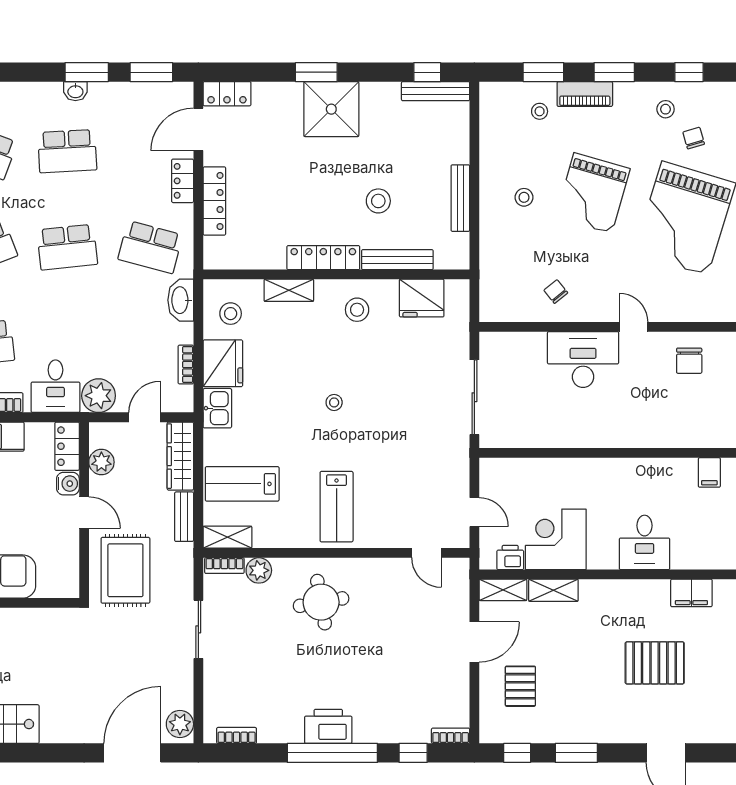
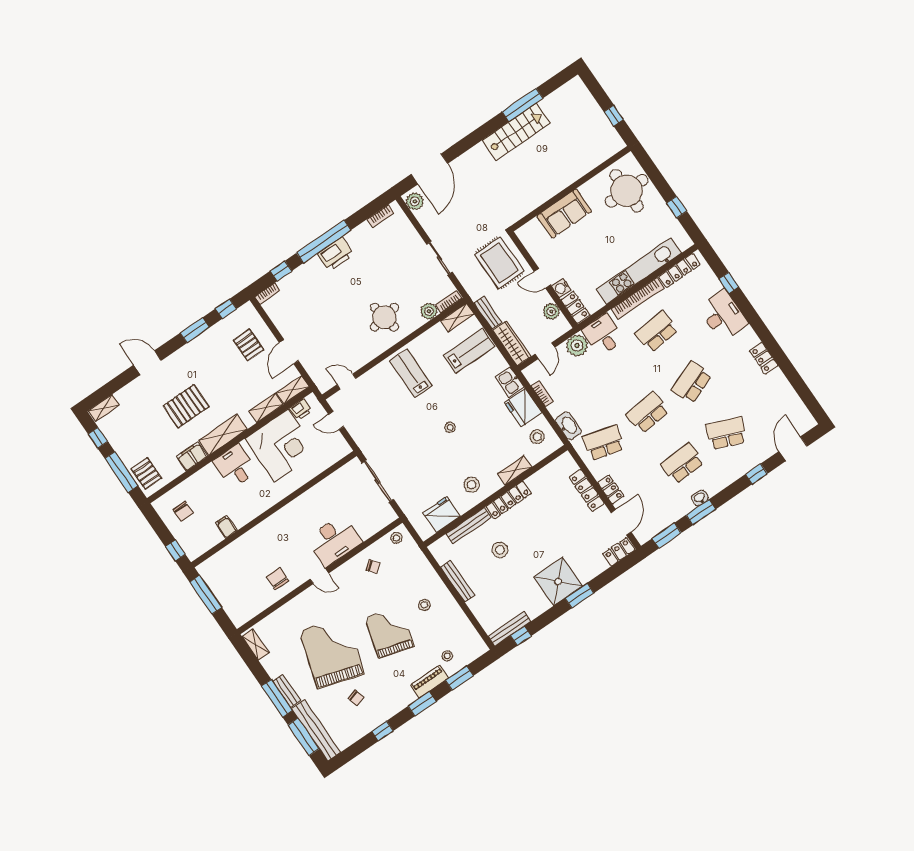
stool: (666, 109) -> (396, 538), moved
corner desk: (556, 539) -> (281, 445), width x1.36, depth x1.36
shelving: (632, 594) -> (223, 435), added

